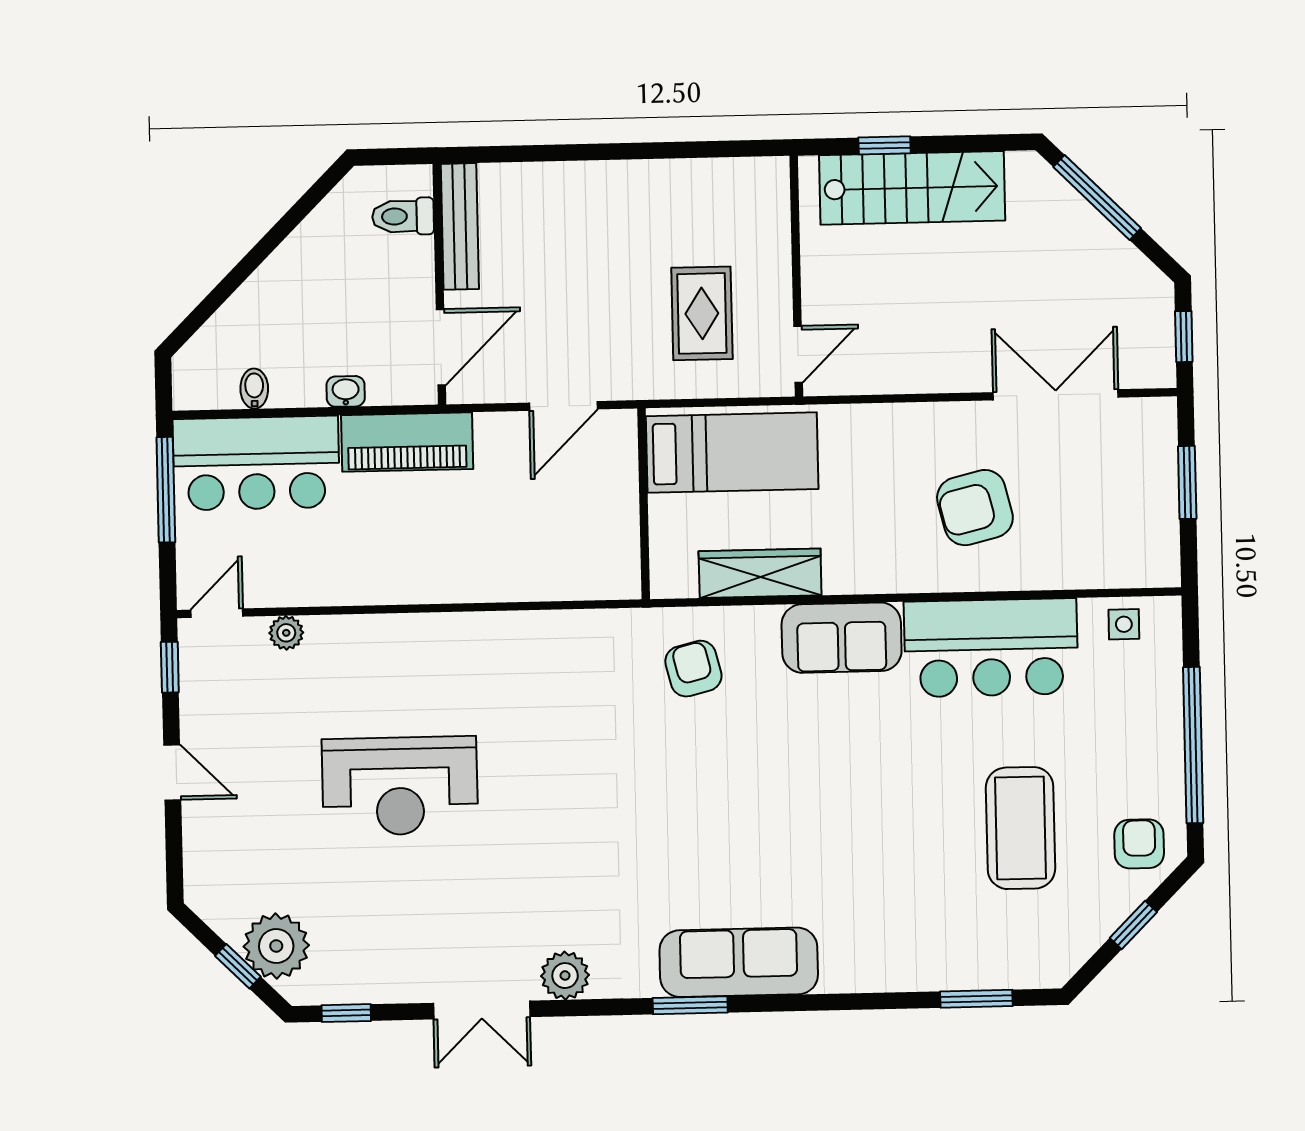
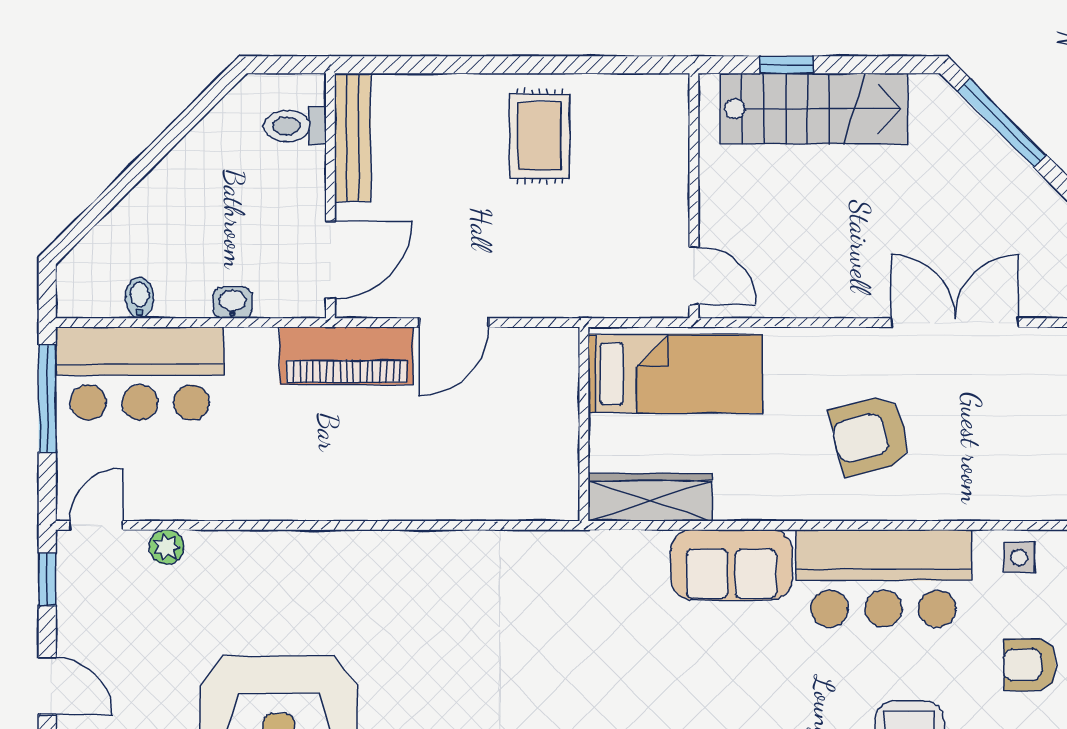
rug: (702, 313) -> (540, 136), moved
door: (798, 354) -> (694, 275), hinge flipped
piano: (407, 442) -> (346, 356), moved
bed: (732, 453) -> (675, 374), moved
wall: (644, 504) -> (584, 424), moved
armchair: (693, 669) -> (1030, 665), moved, turned -76

